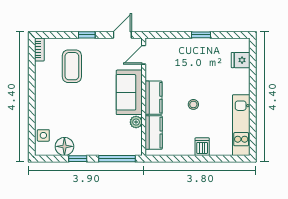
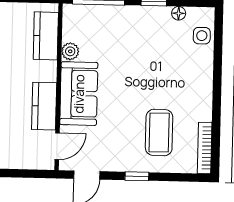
bookcase: (39, 49) -> (205, 148), width x1.56
kitchen counter: (154, 98) -> (44, 106), moved
floor lamp: (64, 146) -> (179, 13), width x0.53, depth x0.53

